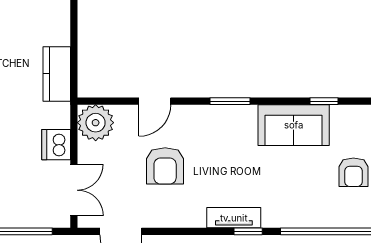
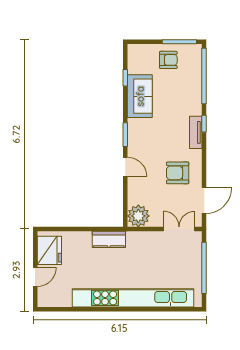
door: (155, 101) -> (125, 167), moved
dishwasher: (56, 145) -> (152, 240), removed
armchair: (165, 166) -> (178, 173), moved, turned 180

